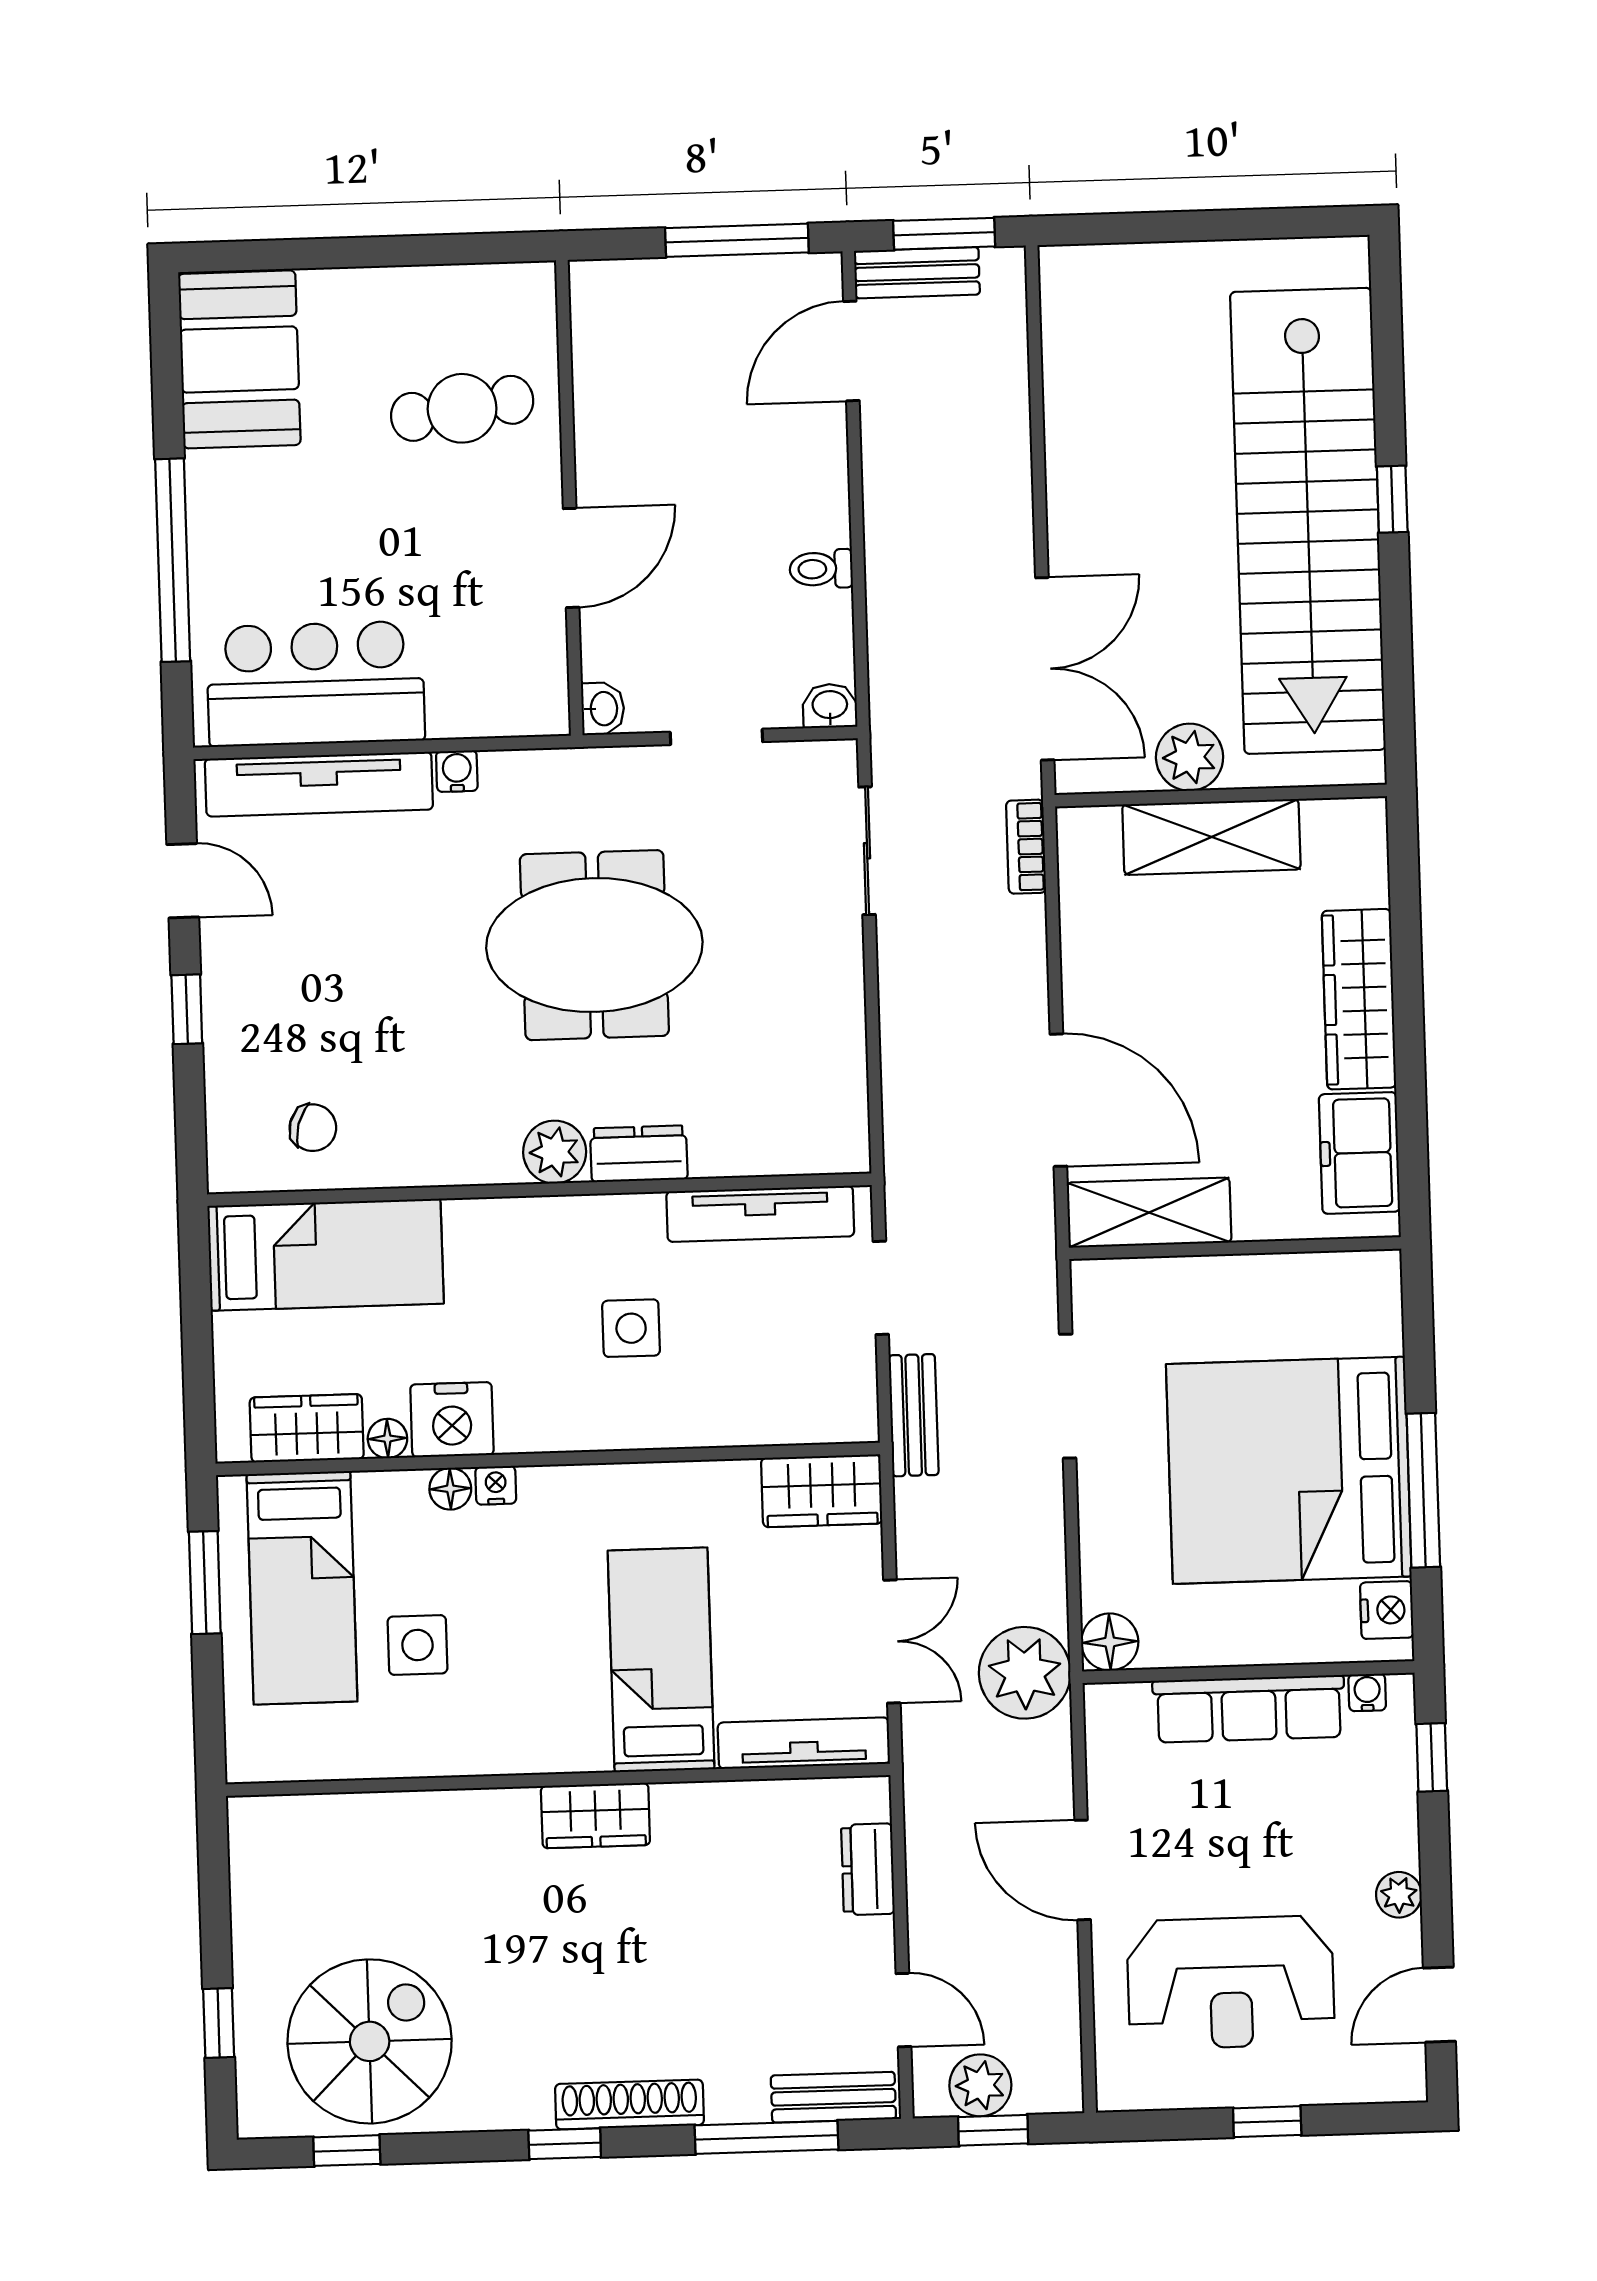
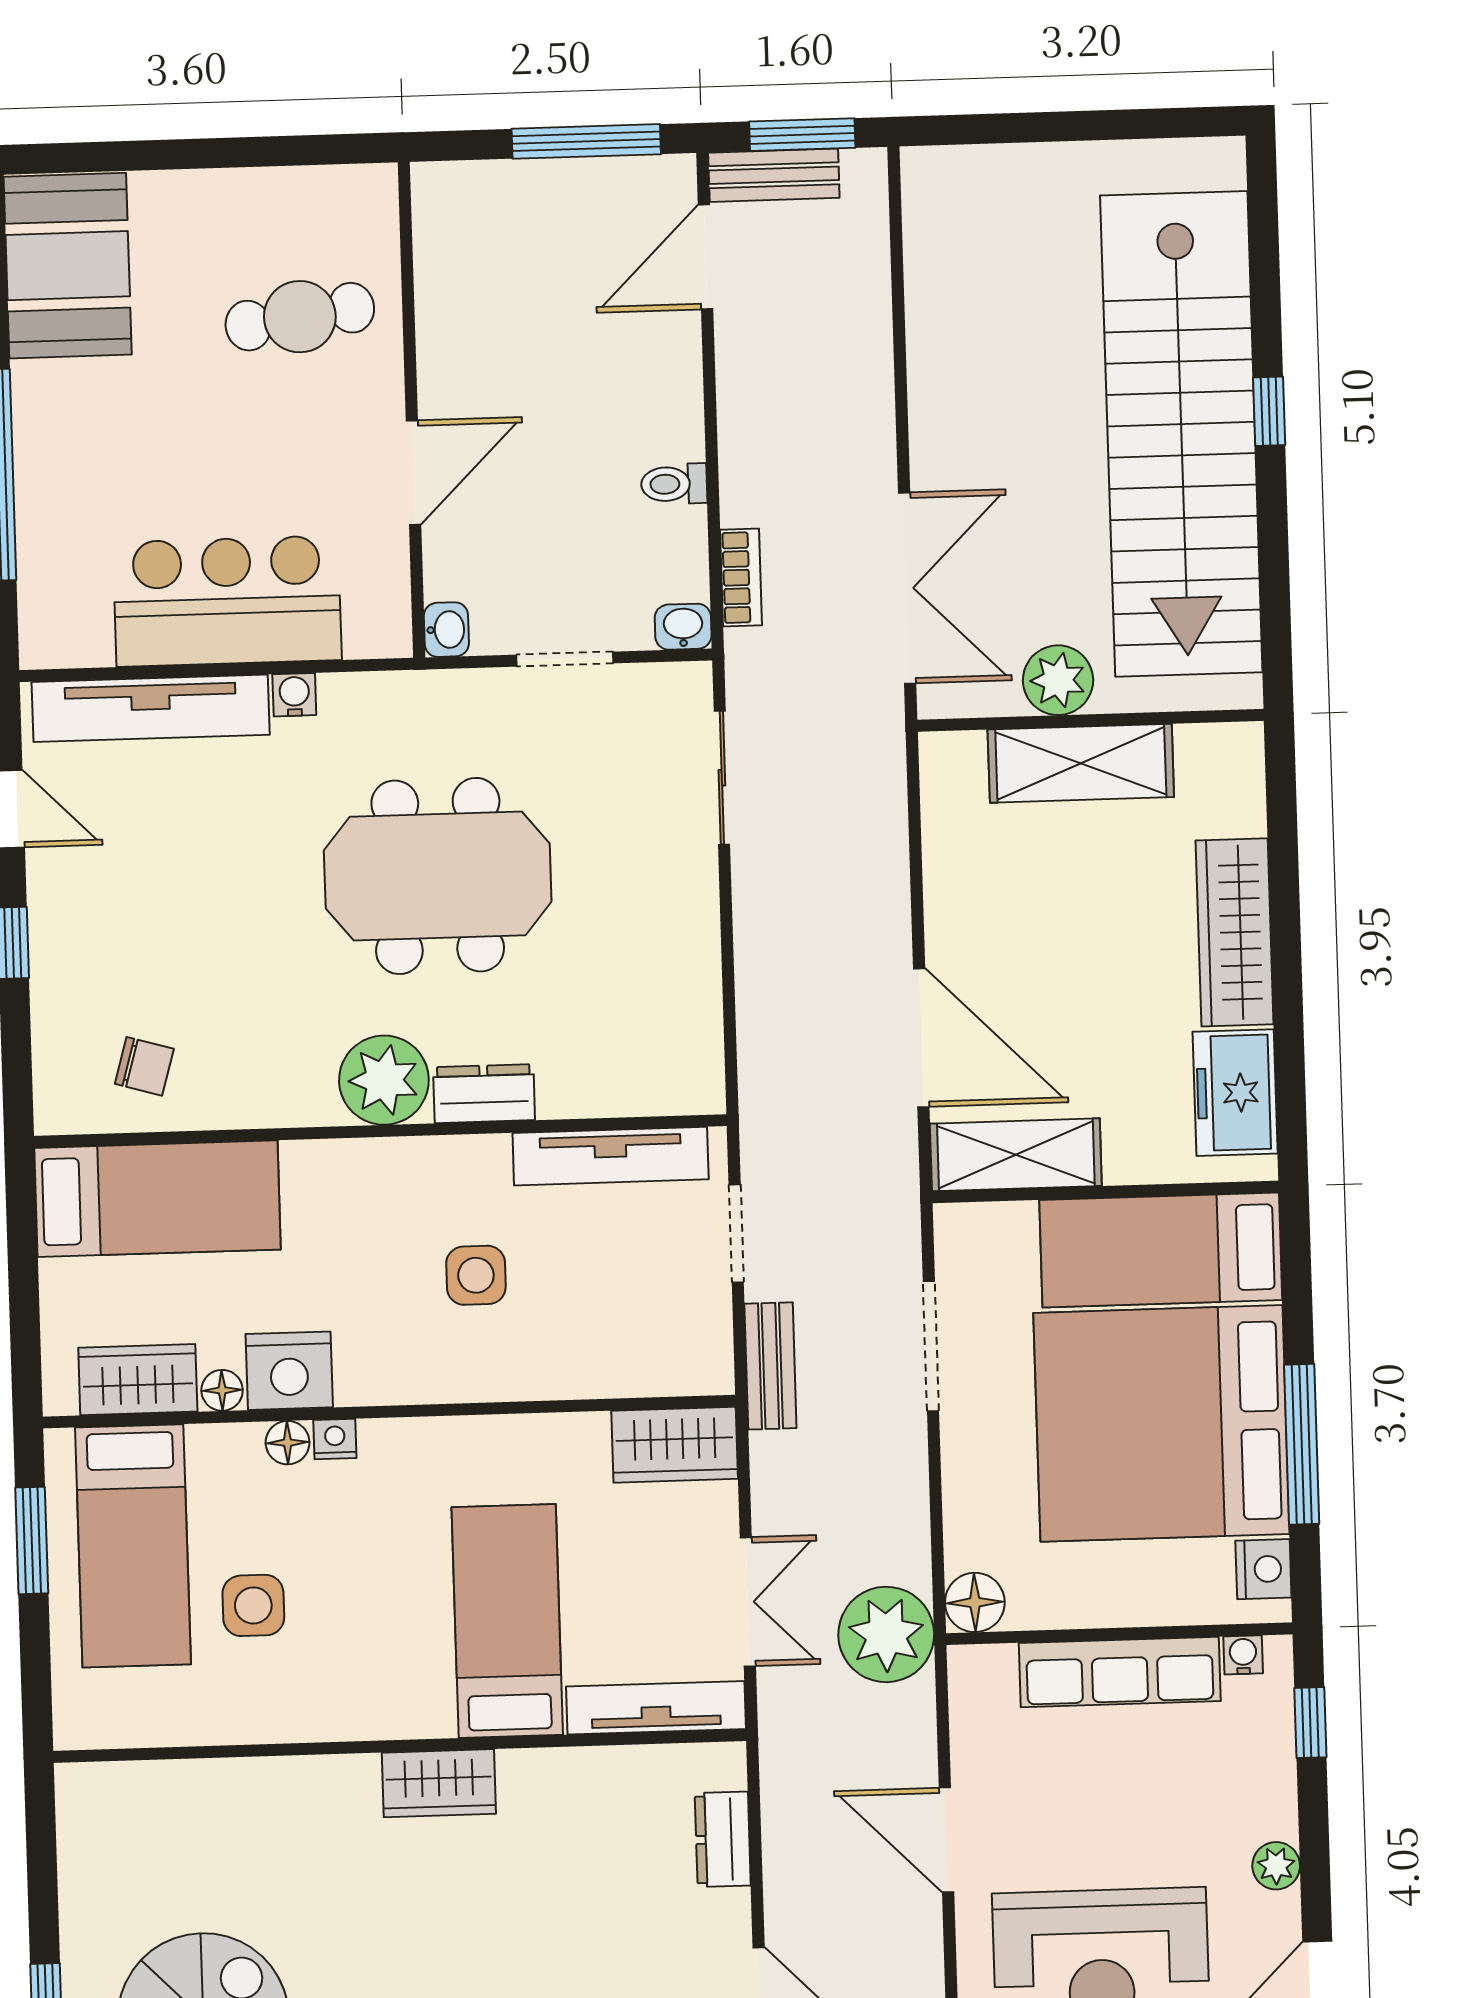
bar counter: (316, 684) -> (227, 601), moved
bookcase: (1026, 847) -> (741, 578), moved, turned 180
plant: (555, 1152) -> (384, 1080), width x1.36, depth x1.36
bed: (1288, 1304) -> (1161, 1250), added

